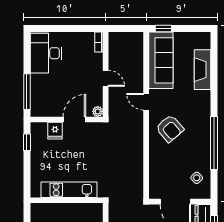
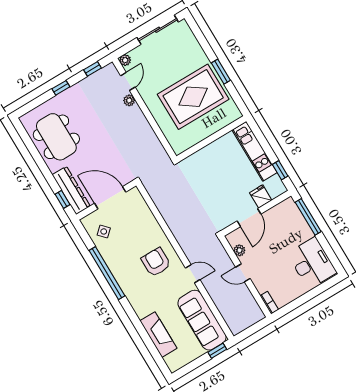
plant: (98, 111) -> (239, 250), moved
armchair: (170, 128) -> (156, 262), turned 41
kitchen unit: (69, 190) -> (255, 151), moved, turned 90

